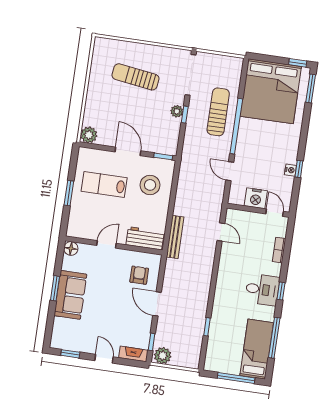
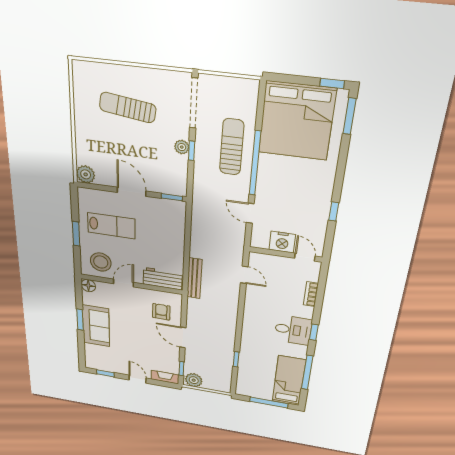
nightstand: (290, 170) -> (323, 213), removed
lab bench: (104, 184) -> (111, 226), turned 180
stool: (150, 185) -> (101, 262), moved

